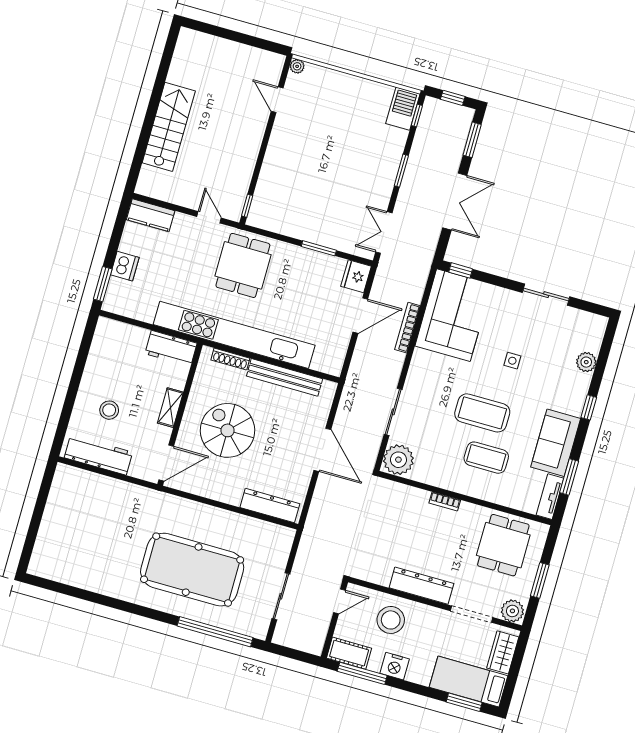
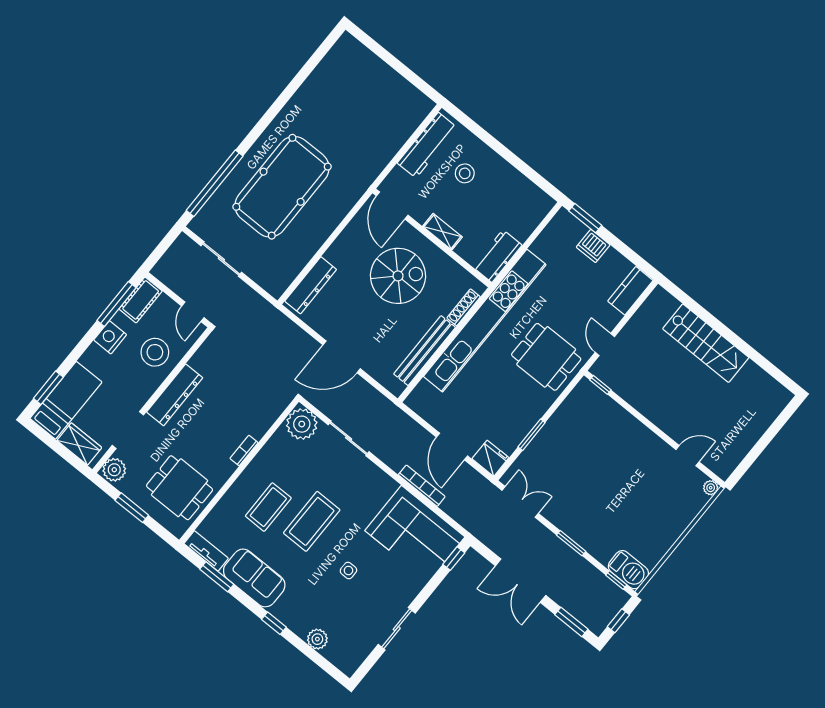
door: (209, 217) -> (605, 345), swing flipped

